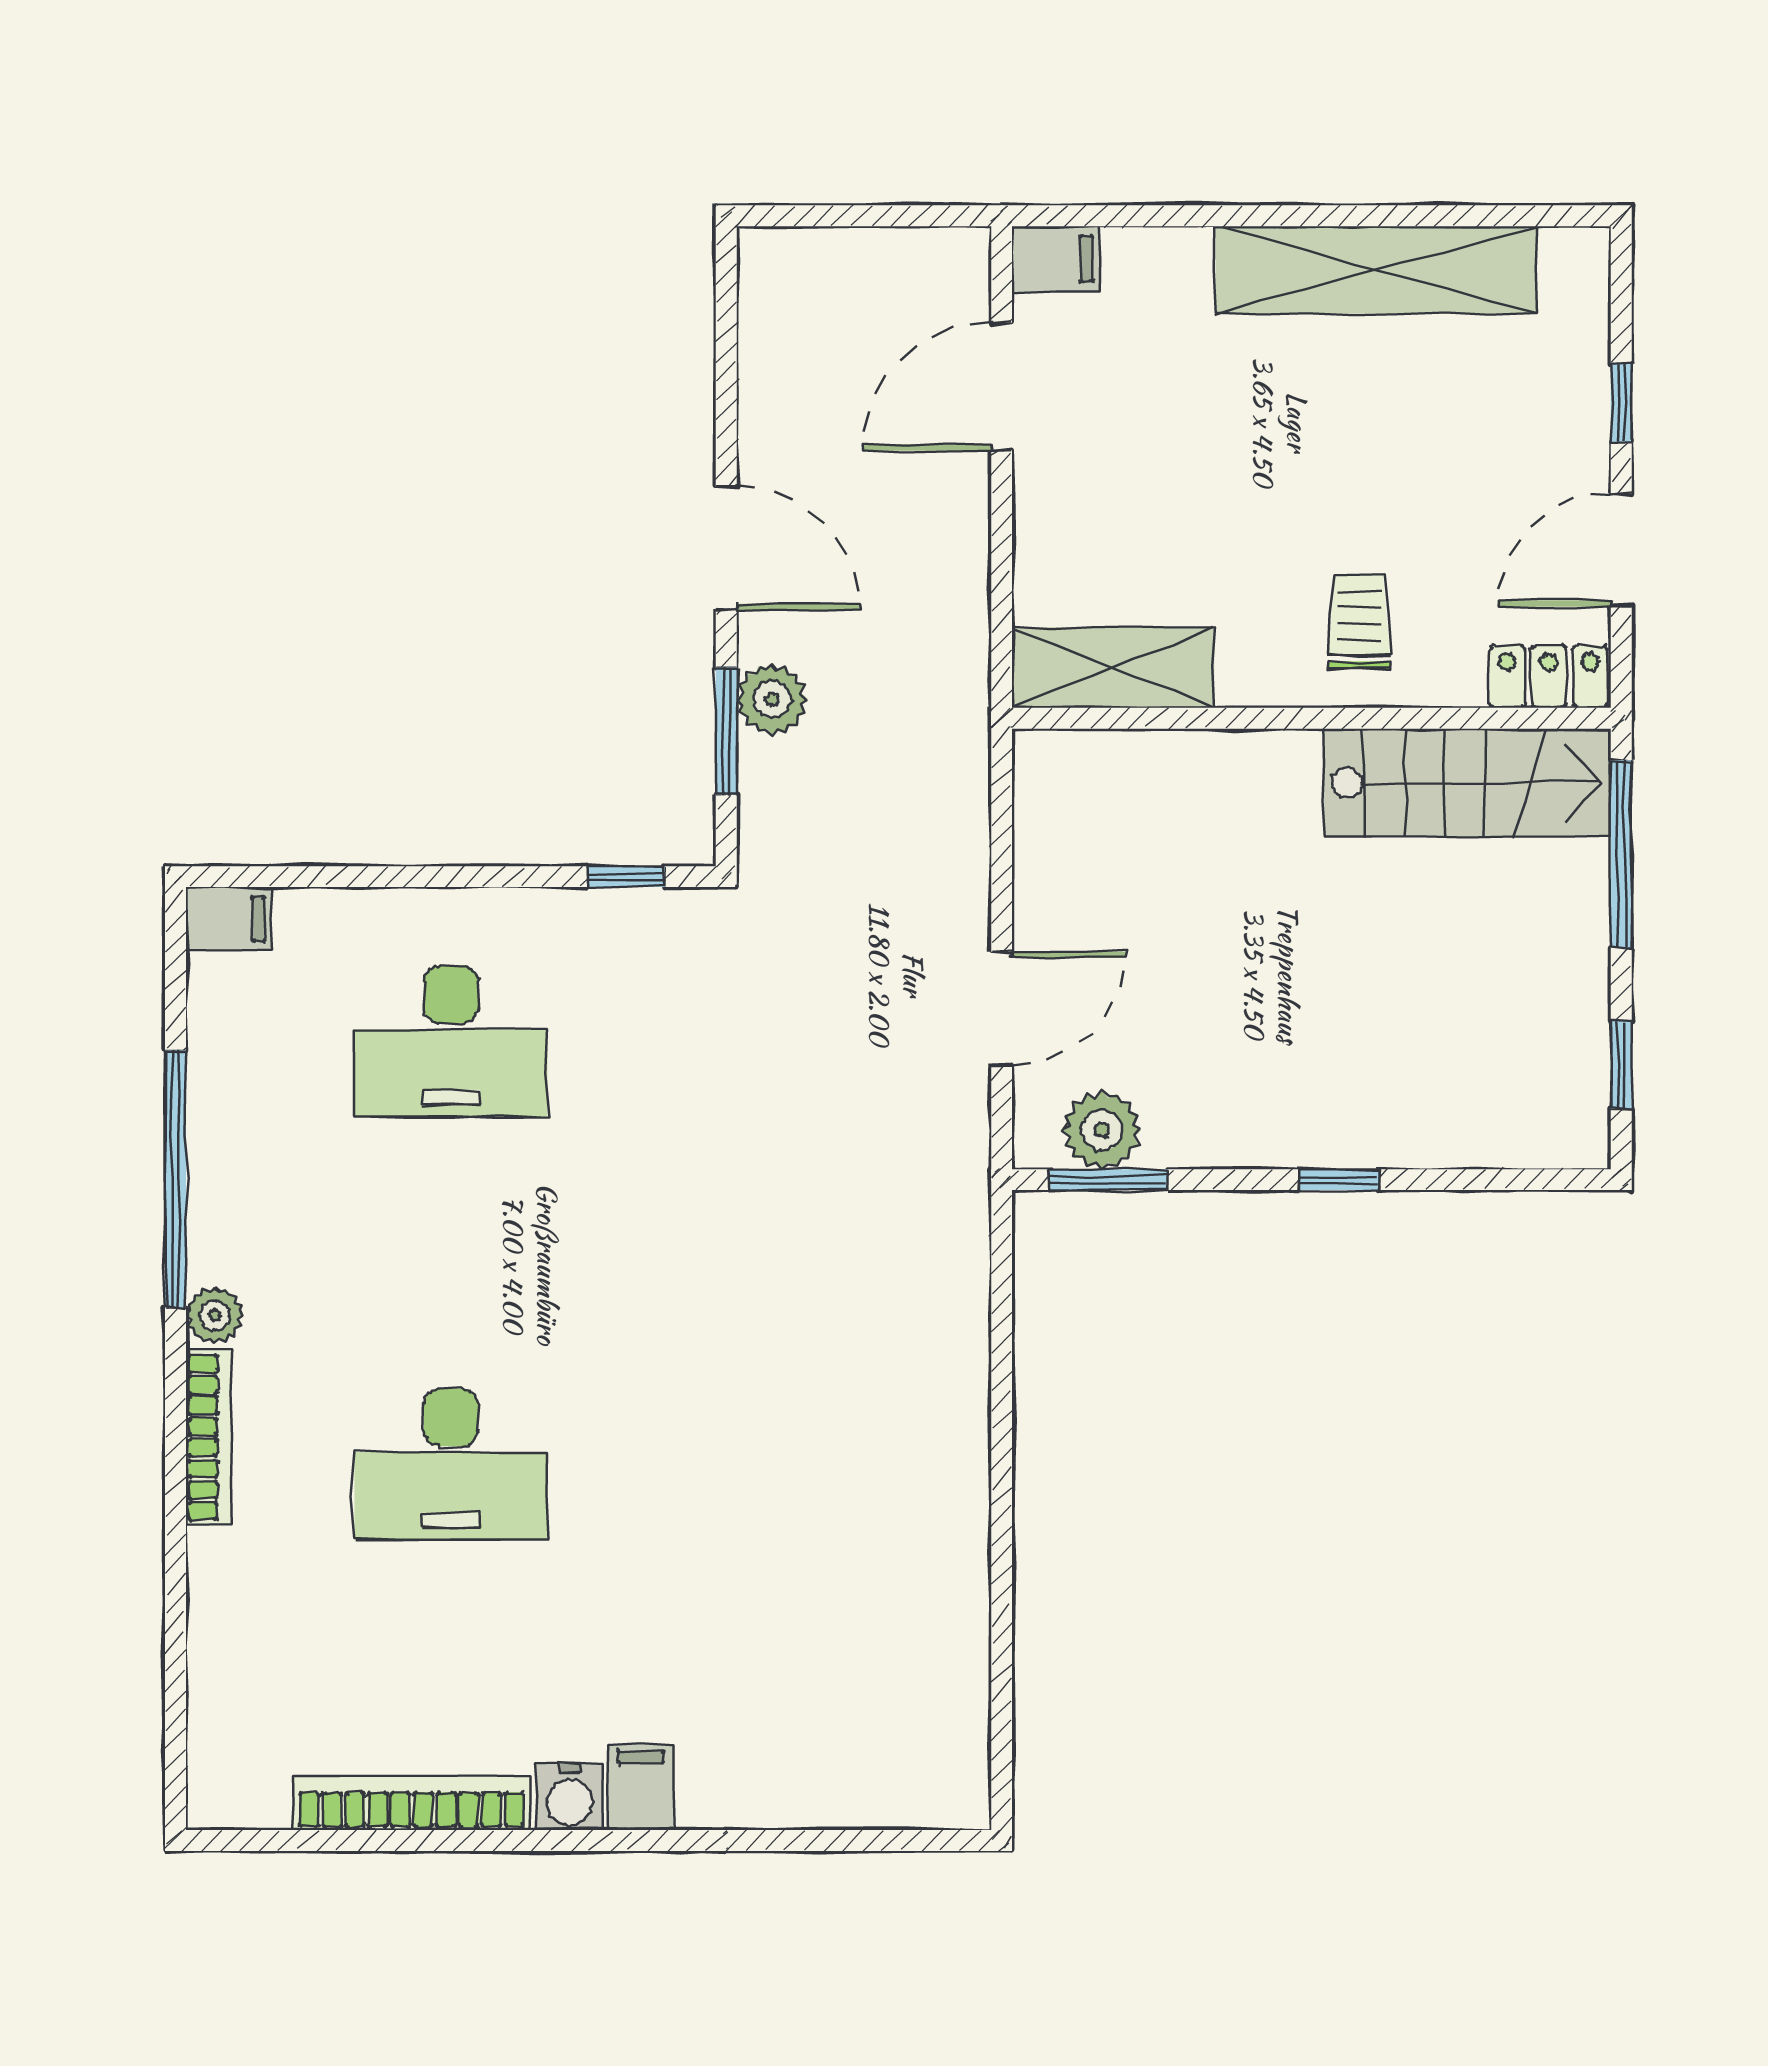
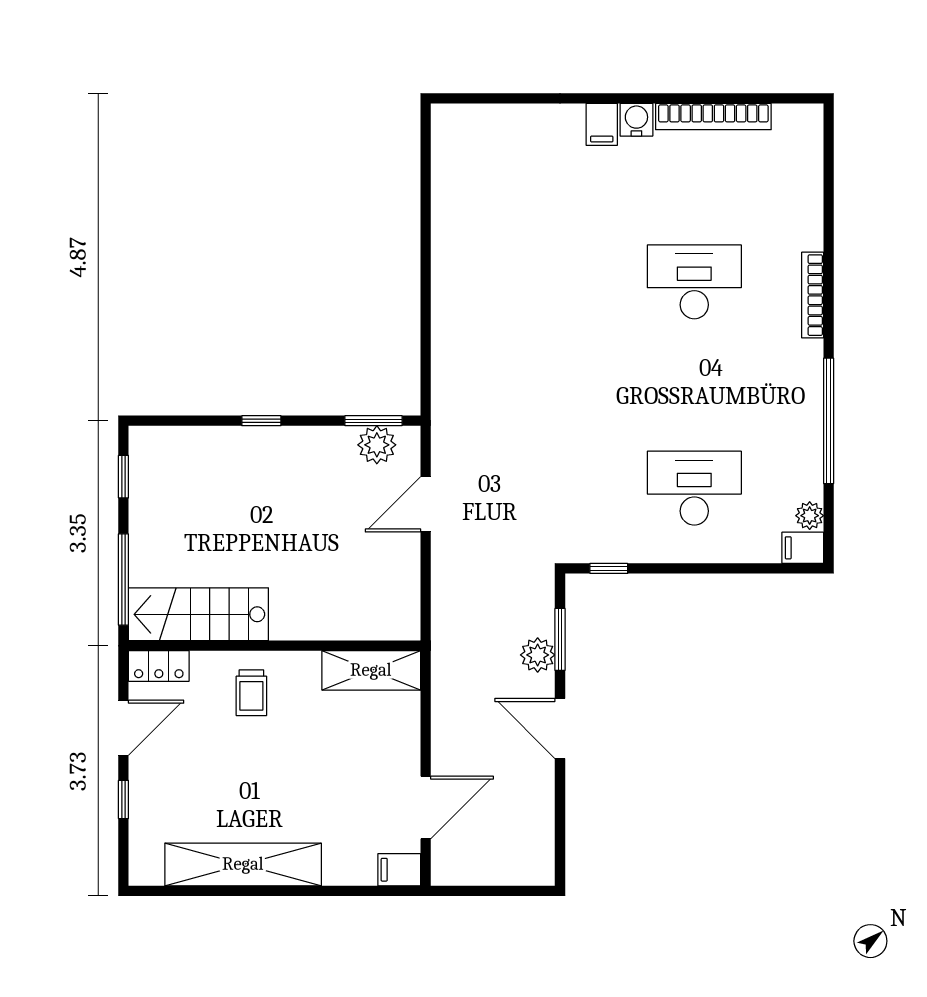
plant: (214, 1315) -> (810, 516), moved

